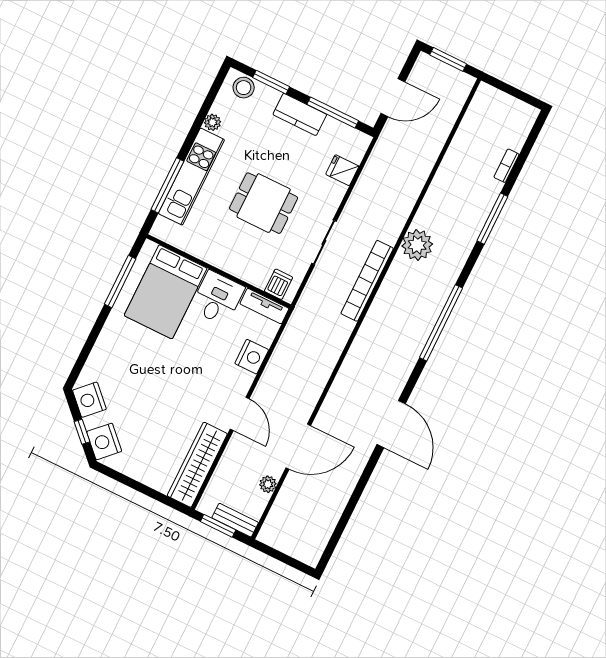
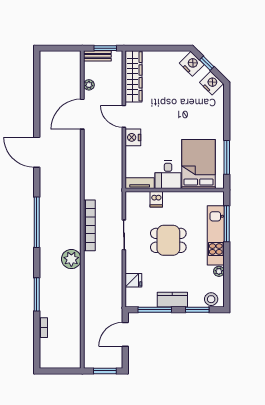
dishwasher: (279, 284) -> (156, 199), moved
nightstand: (252, 357) -> (133, 137), moved

